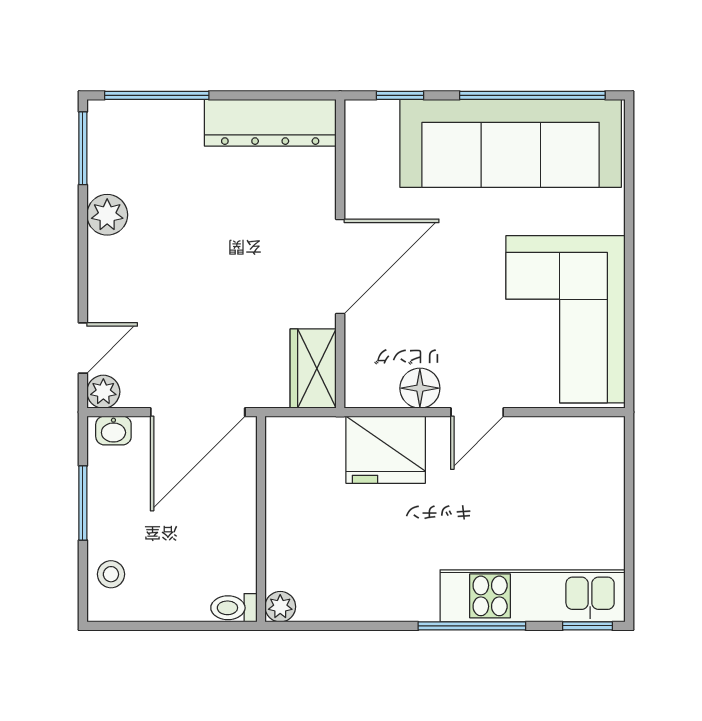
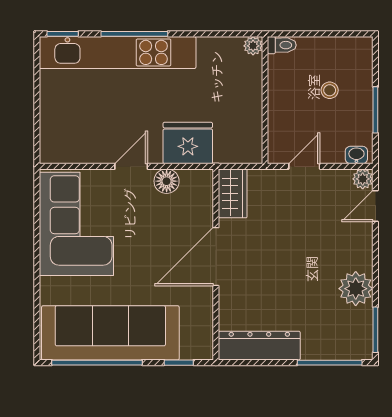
plant: (107, 215) -> (356, 289), width x1.36, depth x1.36
door: (198, 412) -> (304, 166), width x0.53
stool: (111, 574) -> (330, 90), moved
kitchen unit: (533, 596) -> (118, 52), width x1.36

